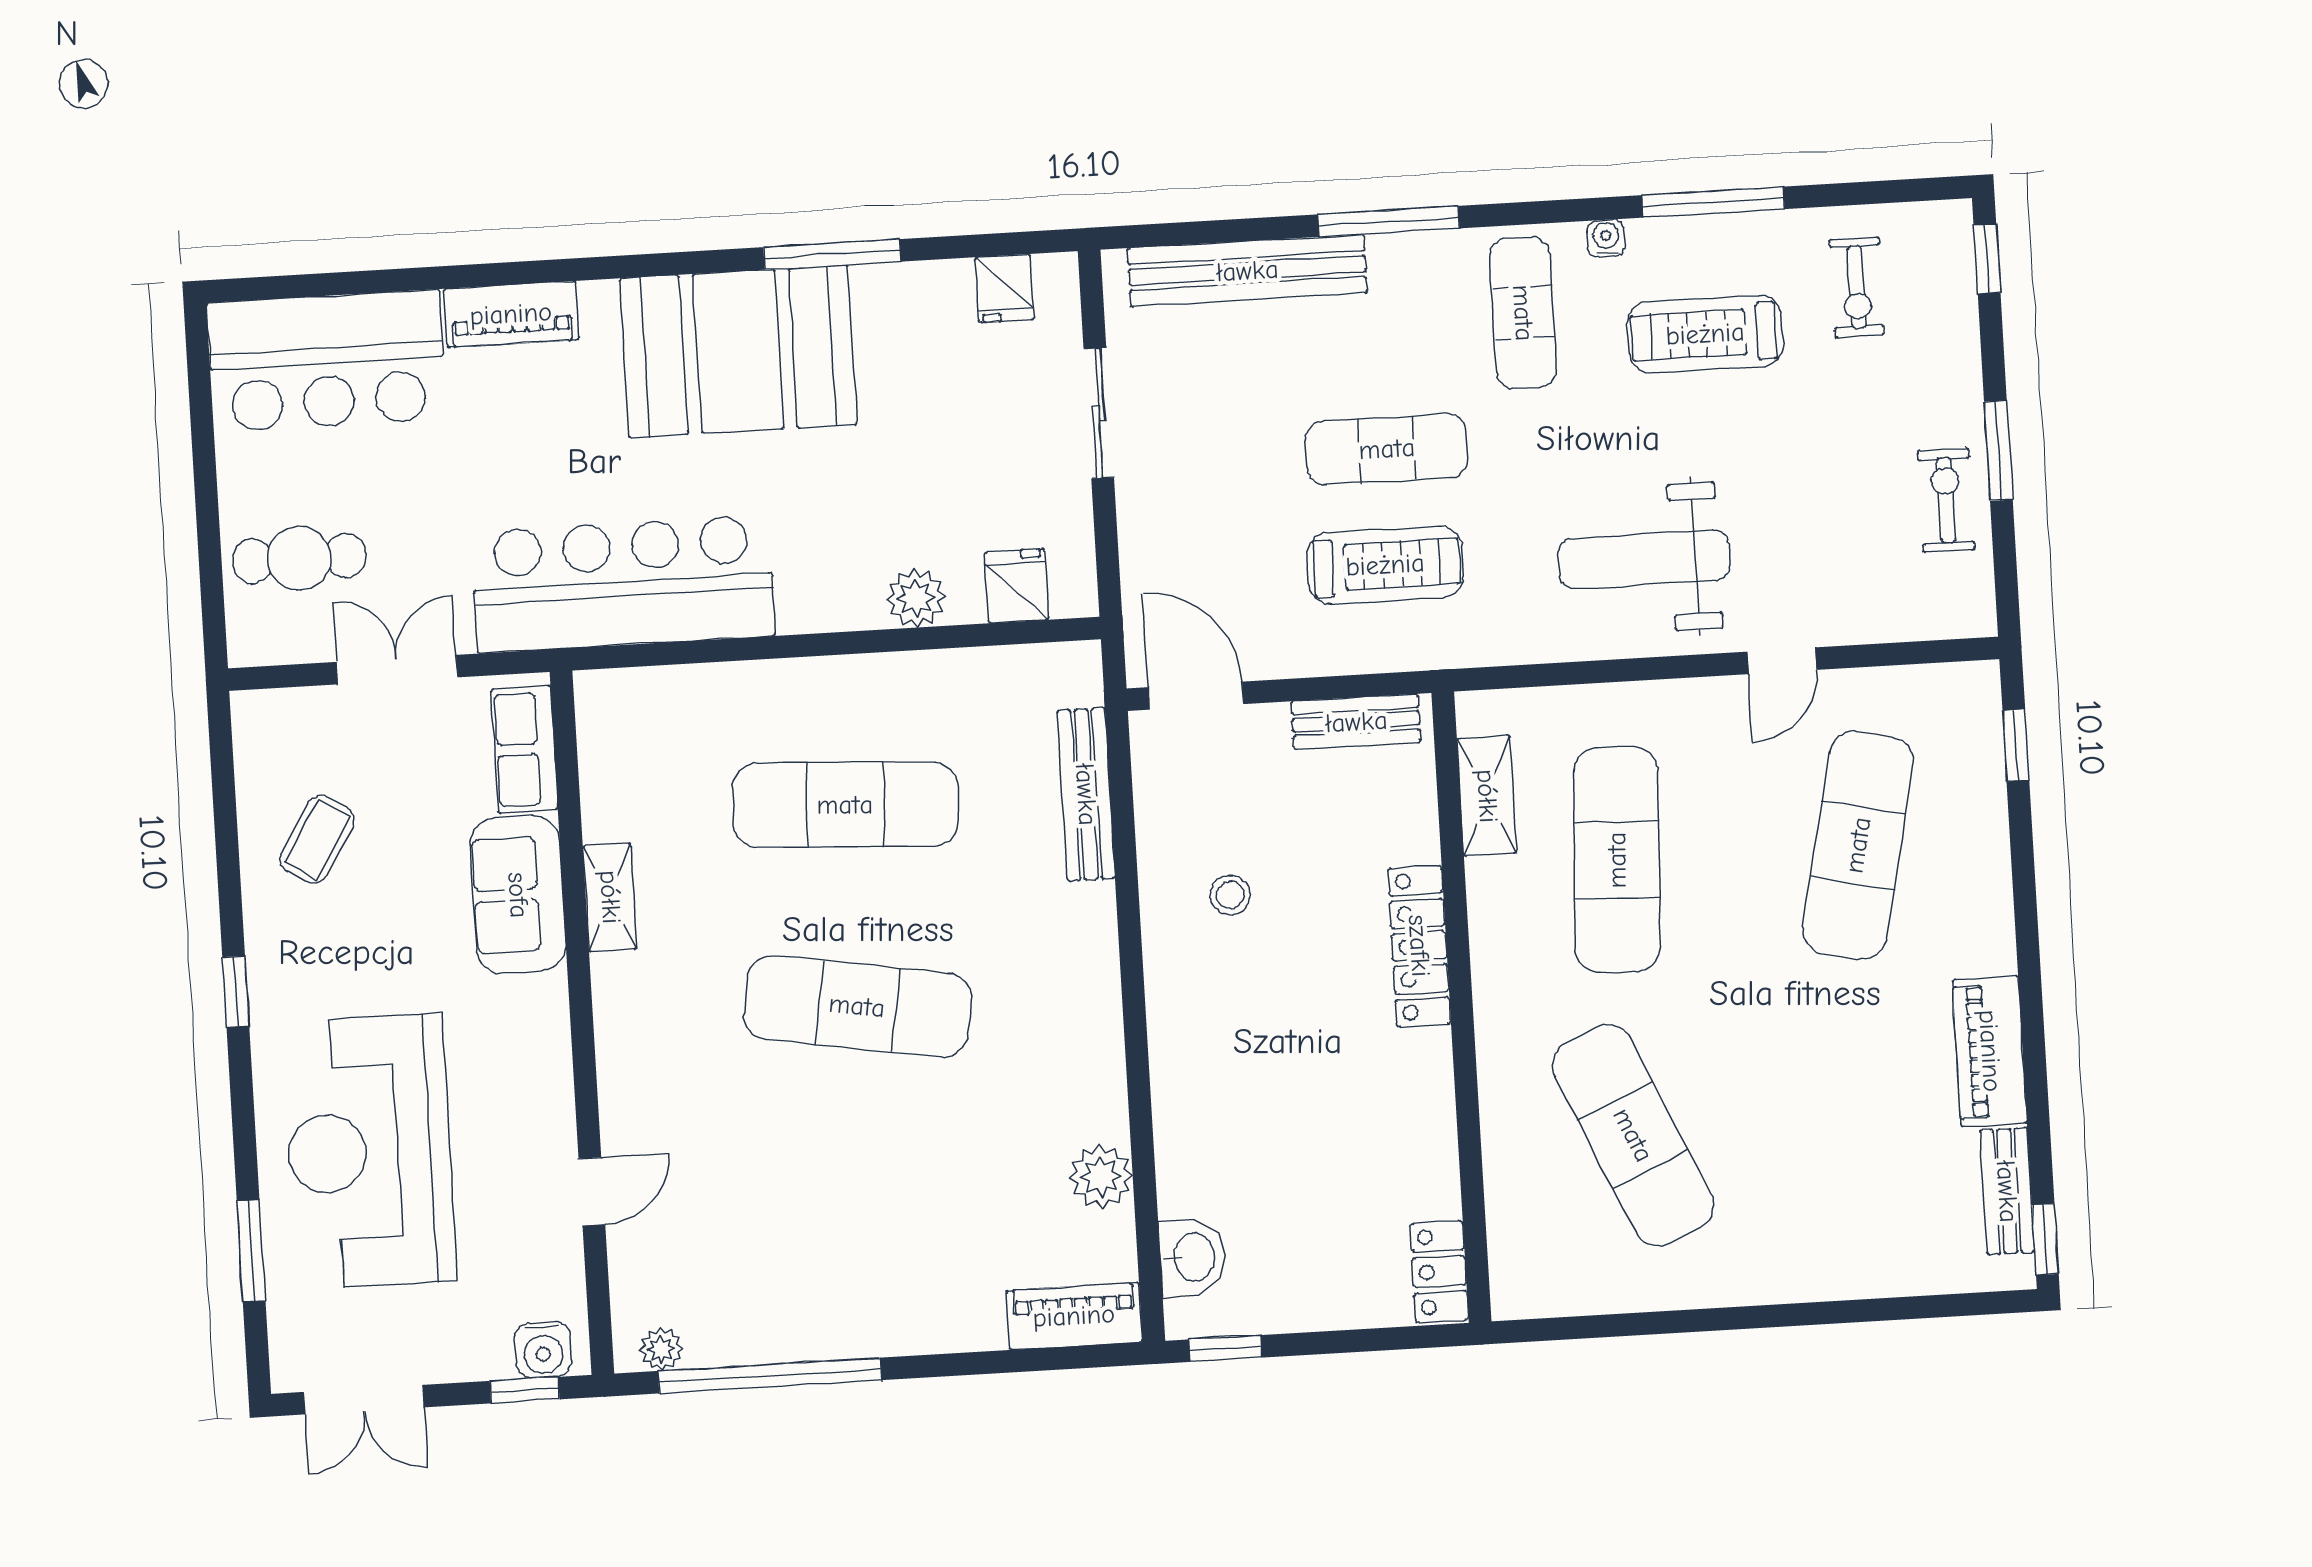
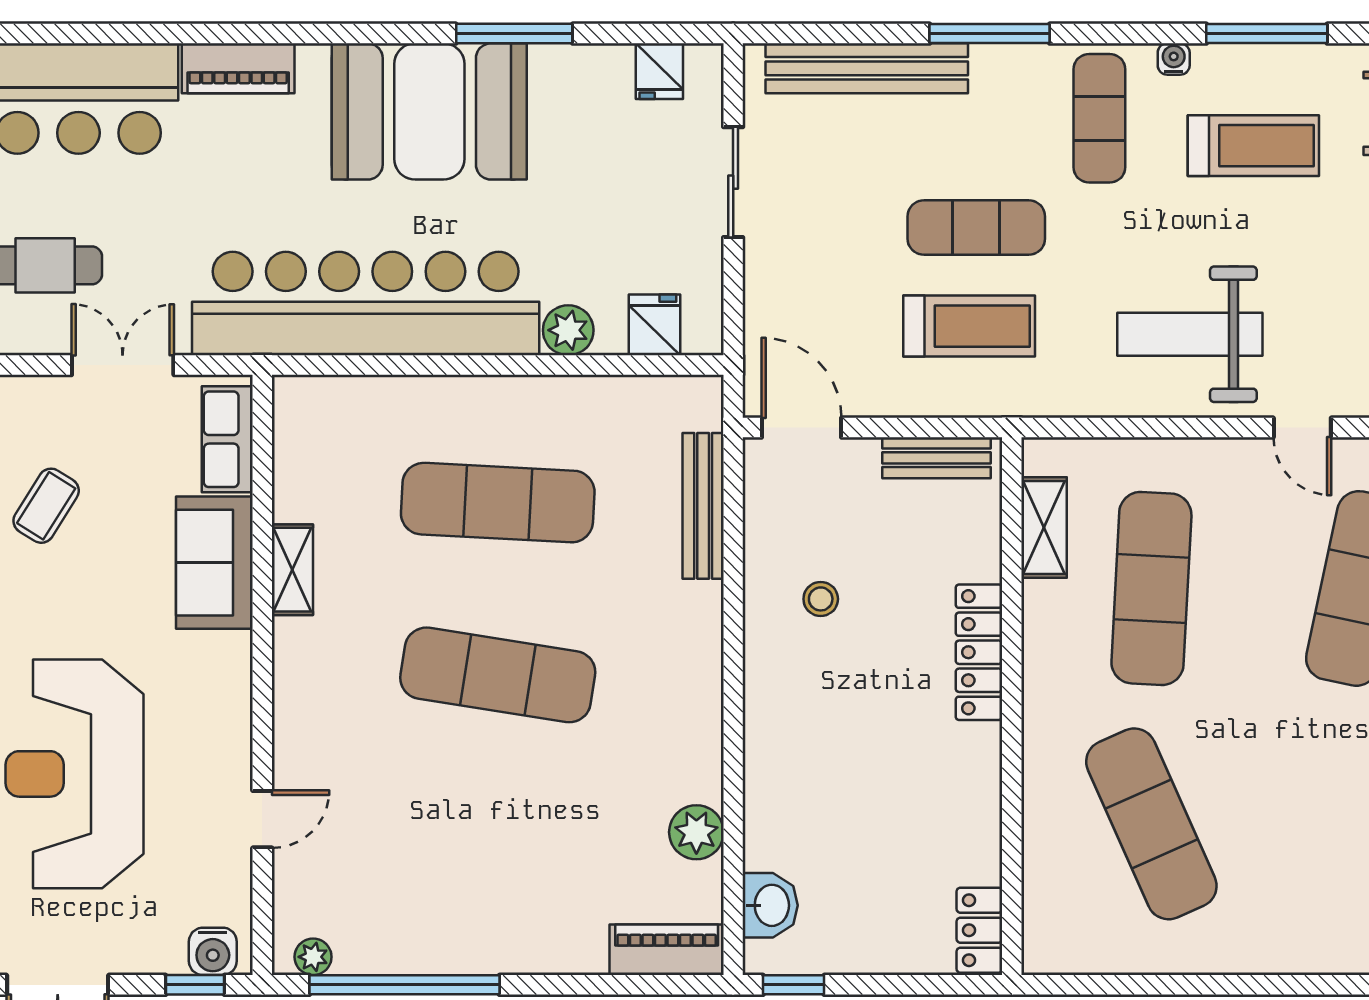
treadmill: (1705, 334) -> (1253, 146), turned 180
bar counter: (623, 584) -> (366, 304), width x1.36
door: (1782, 661) -> (1302, 428), hinge flipped

